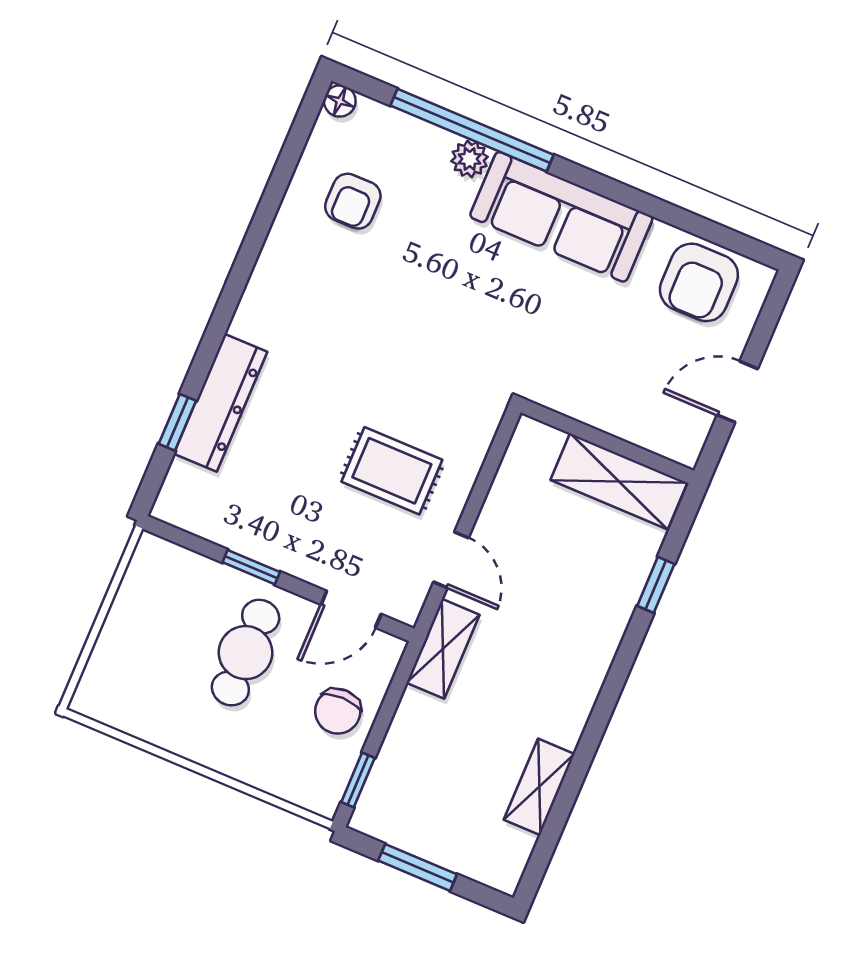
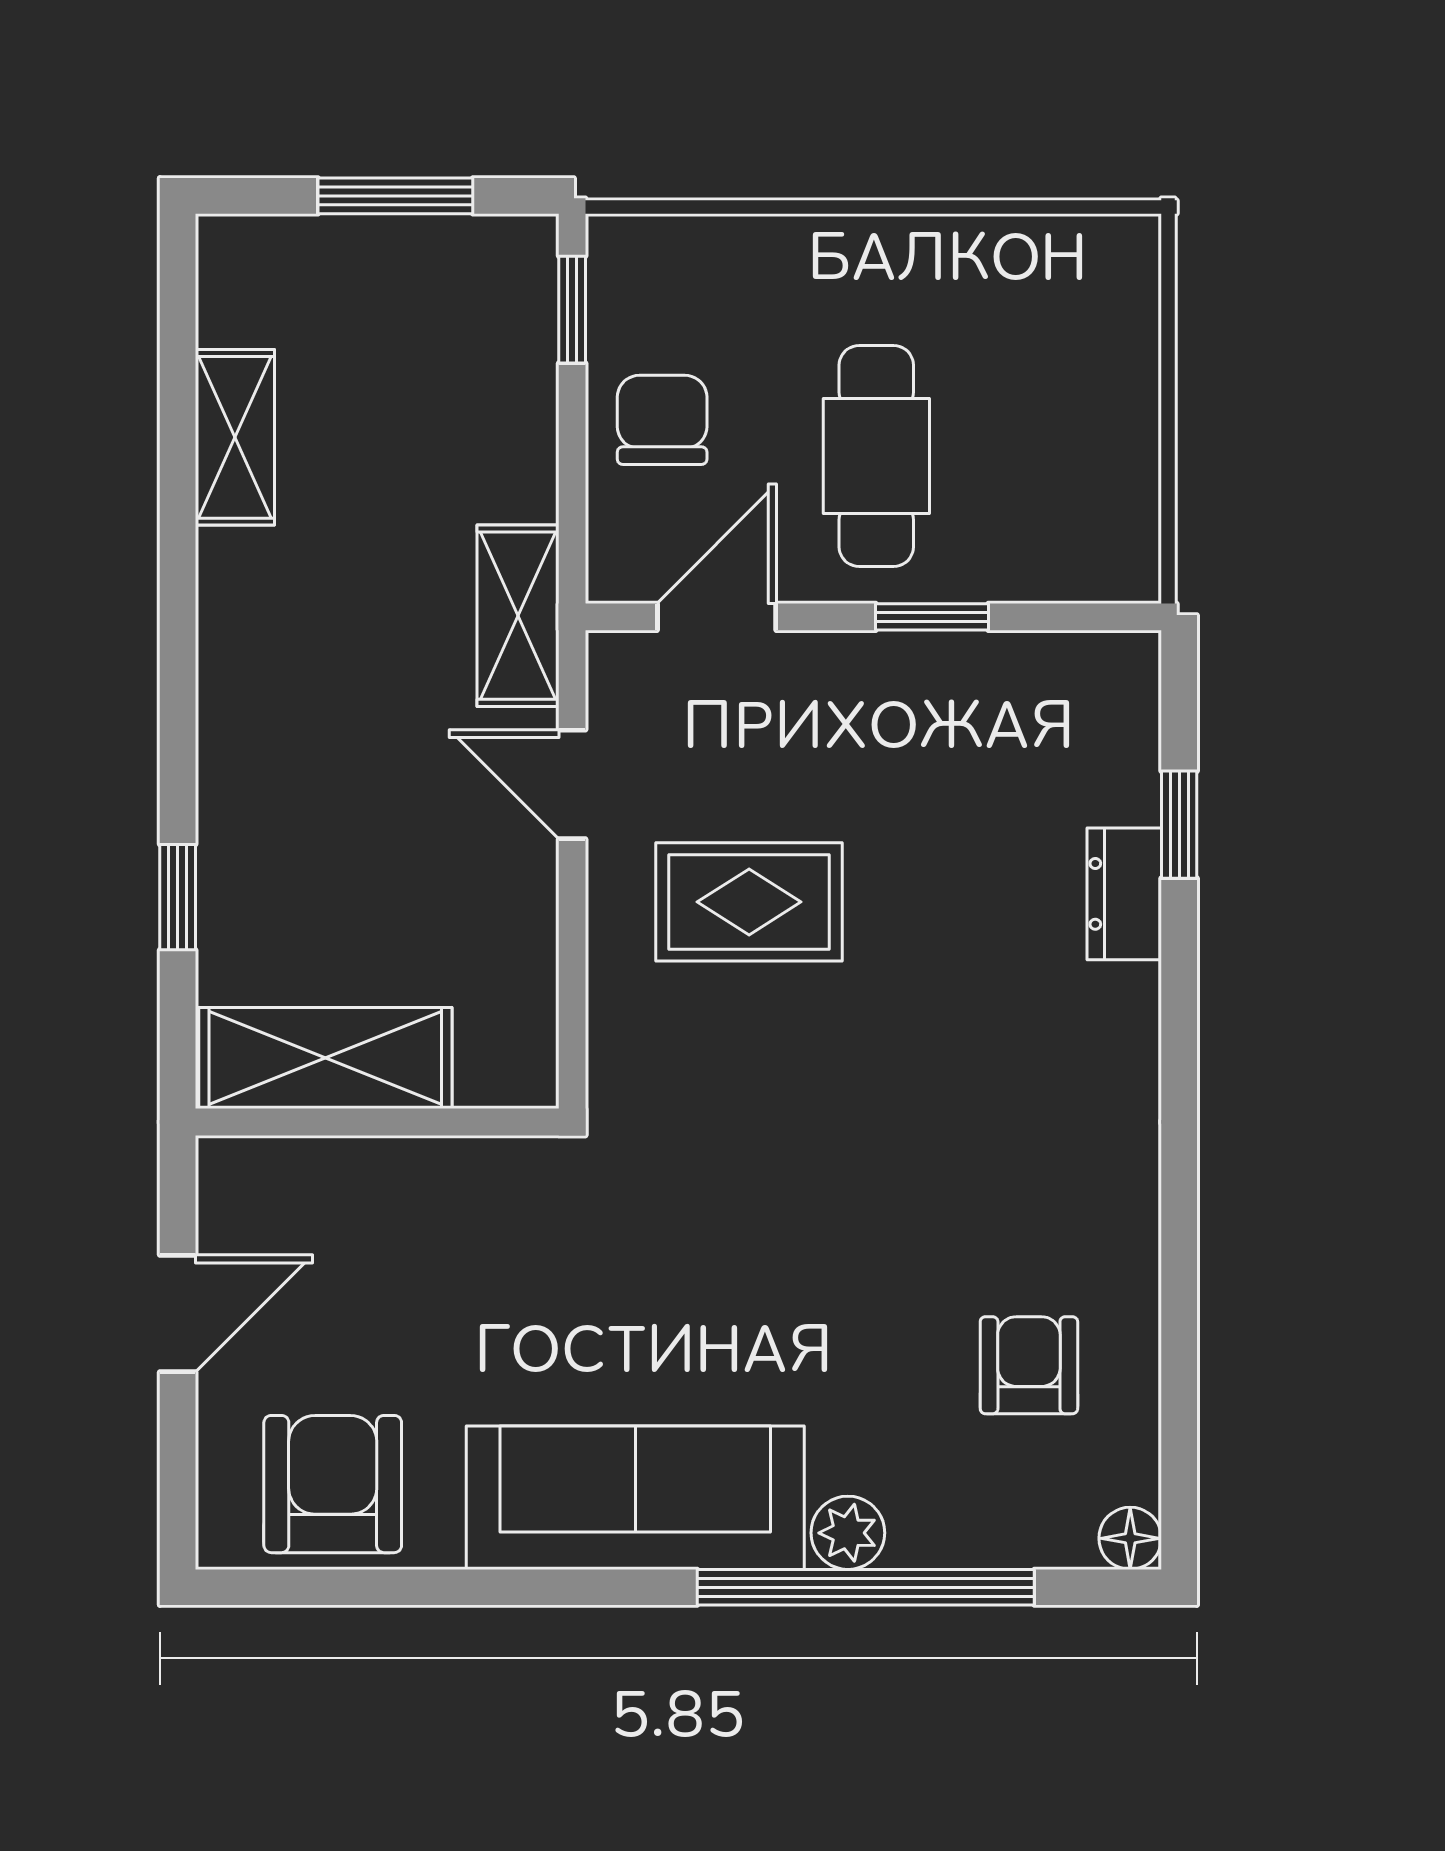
dresser: (221, 403) -> (1124, 894), width x0.51, depth x0.80

